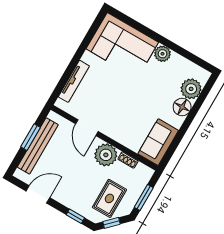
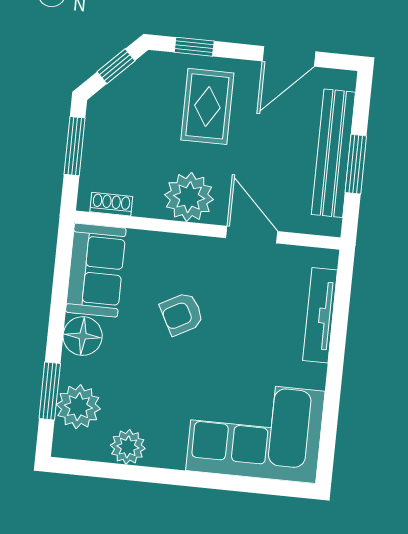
plant: (162, 54) -> (128, 447), moved
window: (200, 101) -> (50, 391), added
floor lamp: (182, 107) -> (83, 336), moved
armchair: (131, 108) -> (182, 314), added
shoe rack: (128, 160) -> (111, 204), moved
rug: (109, 198) -> (207, 106), moved

